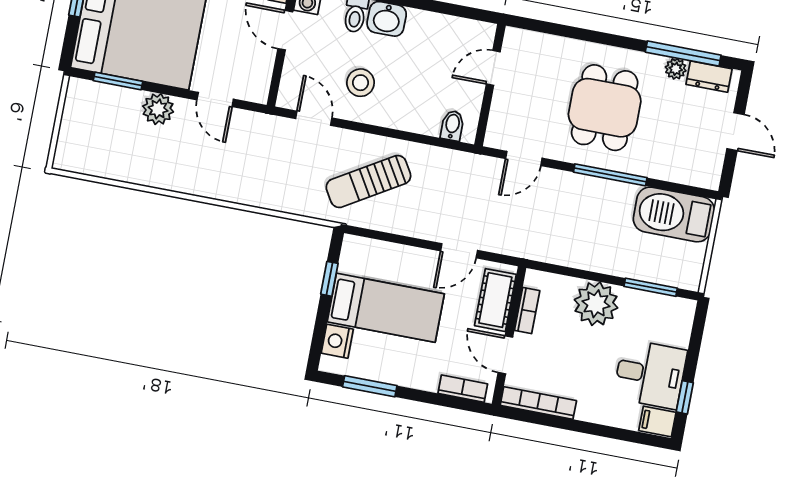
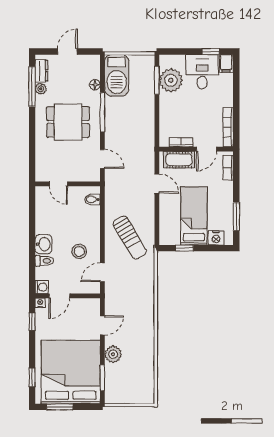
floor lamp: (664, 171) -> (95, 85), added
plant: (596, 304) -> (171, 80), moved

